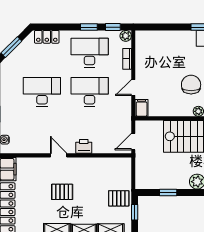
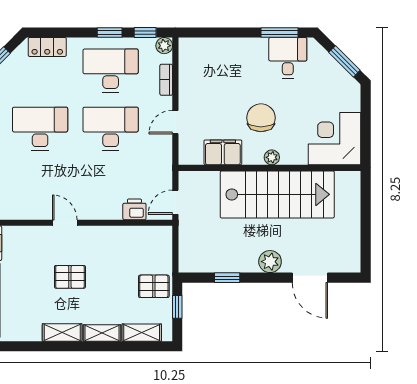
filing cabinet: (142, 108) -> (223, 152), moved, width x2.00
printer: (84, 146) -> (134, 209), moved

